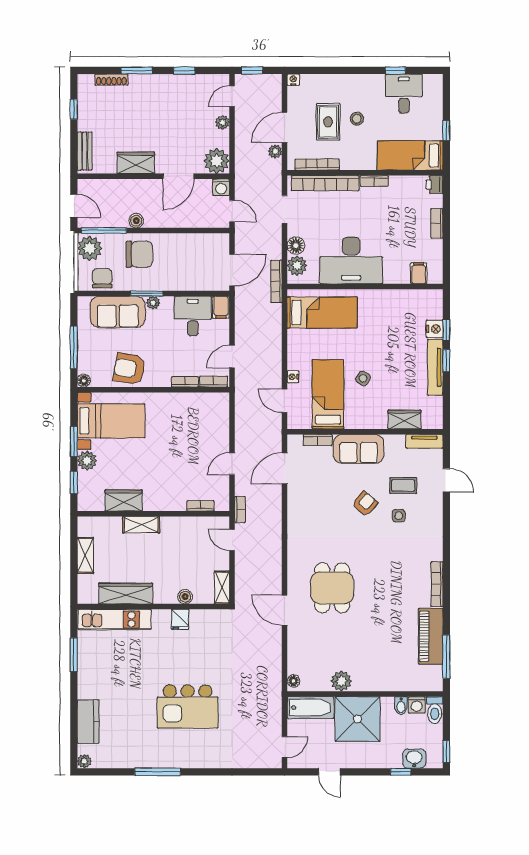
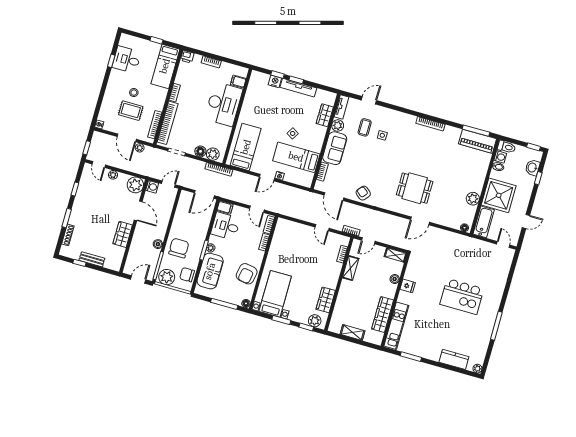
bench: (85, 151) -> (92, 259), moved
desk: (351, 260) -> (224, 104), moved
door: (232, 270) -> (204, 194), swing flipped
door: (285, 401) -> (267, 178), moved
plant: (394, 444) -> (338, 125), added
plant: (87, 461) -> (315, 321), moved
armchair: (365, 504) -> (363, 193), moved
shelving: (141, 525) -> (351, 268), moved
piano: (431, 636) -> (477, 141), moved
kitchen island: (188, 706) -> (462, 296), turned 90

